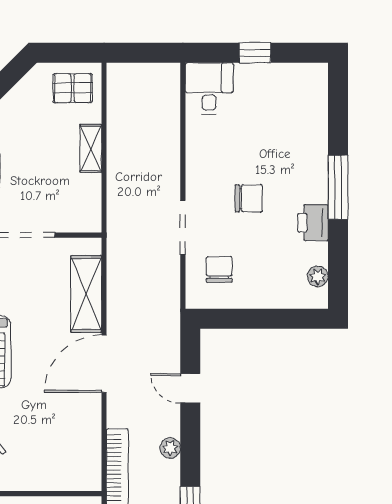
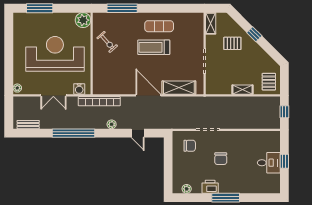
window: (141, 53) -> (284, 112), added
desk: (209, 88) -> (269, 163), moved
door: (190, 388) -> (138, 133), swing flipped

